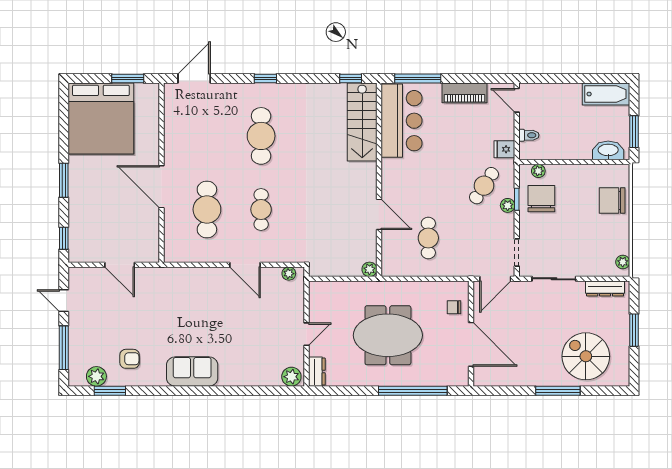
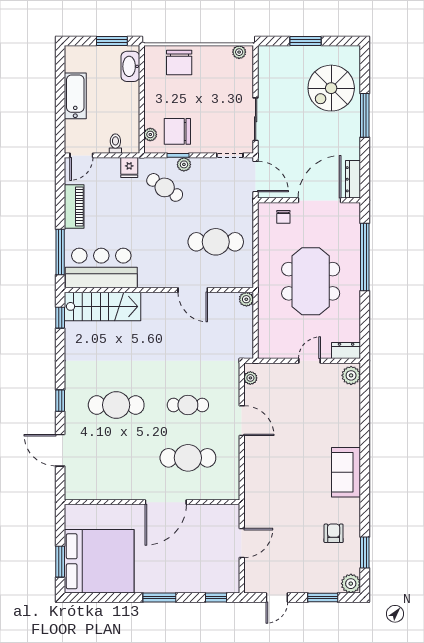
window: (128, 78) -> (60, 562), moved
door: (194, 78) -> (60, 450), moved
bathtub: (606, 94) -> (75, 96), moved
door: (379, 214) -> (193, 290), swing flipped
cafe table: (428, 238) -> (216, 242), width x1.37, depth x1.35
door: (245, 265) -> (242, 421), hinge flipped
dresser: (605, 289) -> (353, 179), moved, turned 180
door: (306, 334) -> (310, 361), hinge flipped
window: (64, 348) -> (323, 598), width x0.69
plant: (96, 376) -> (351, 584), moved

